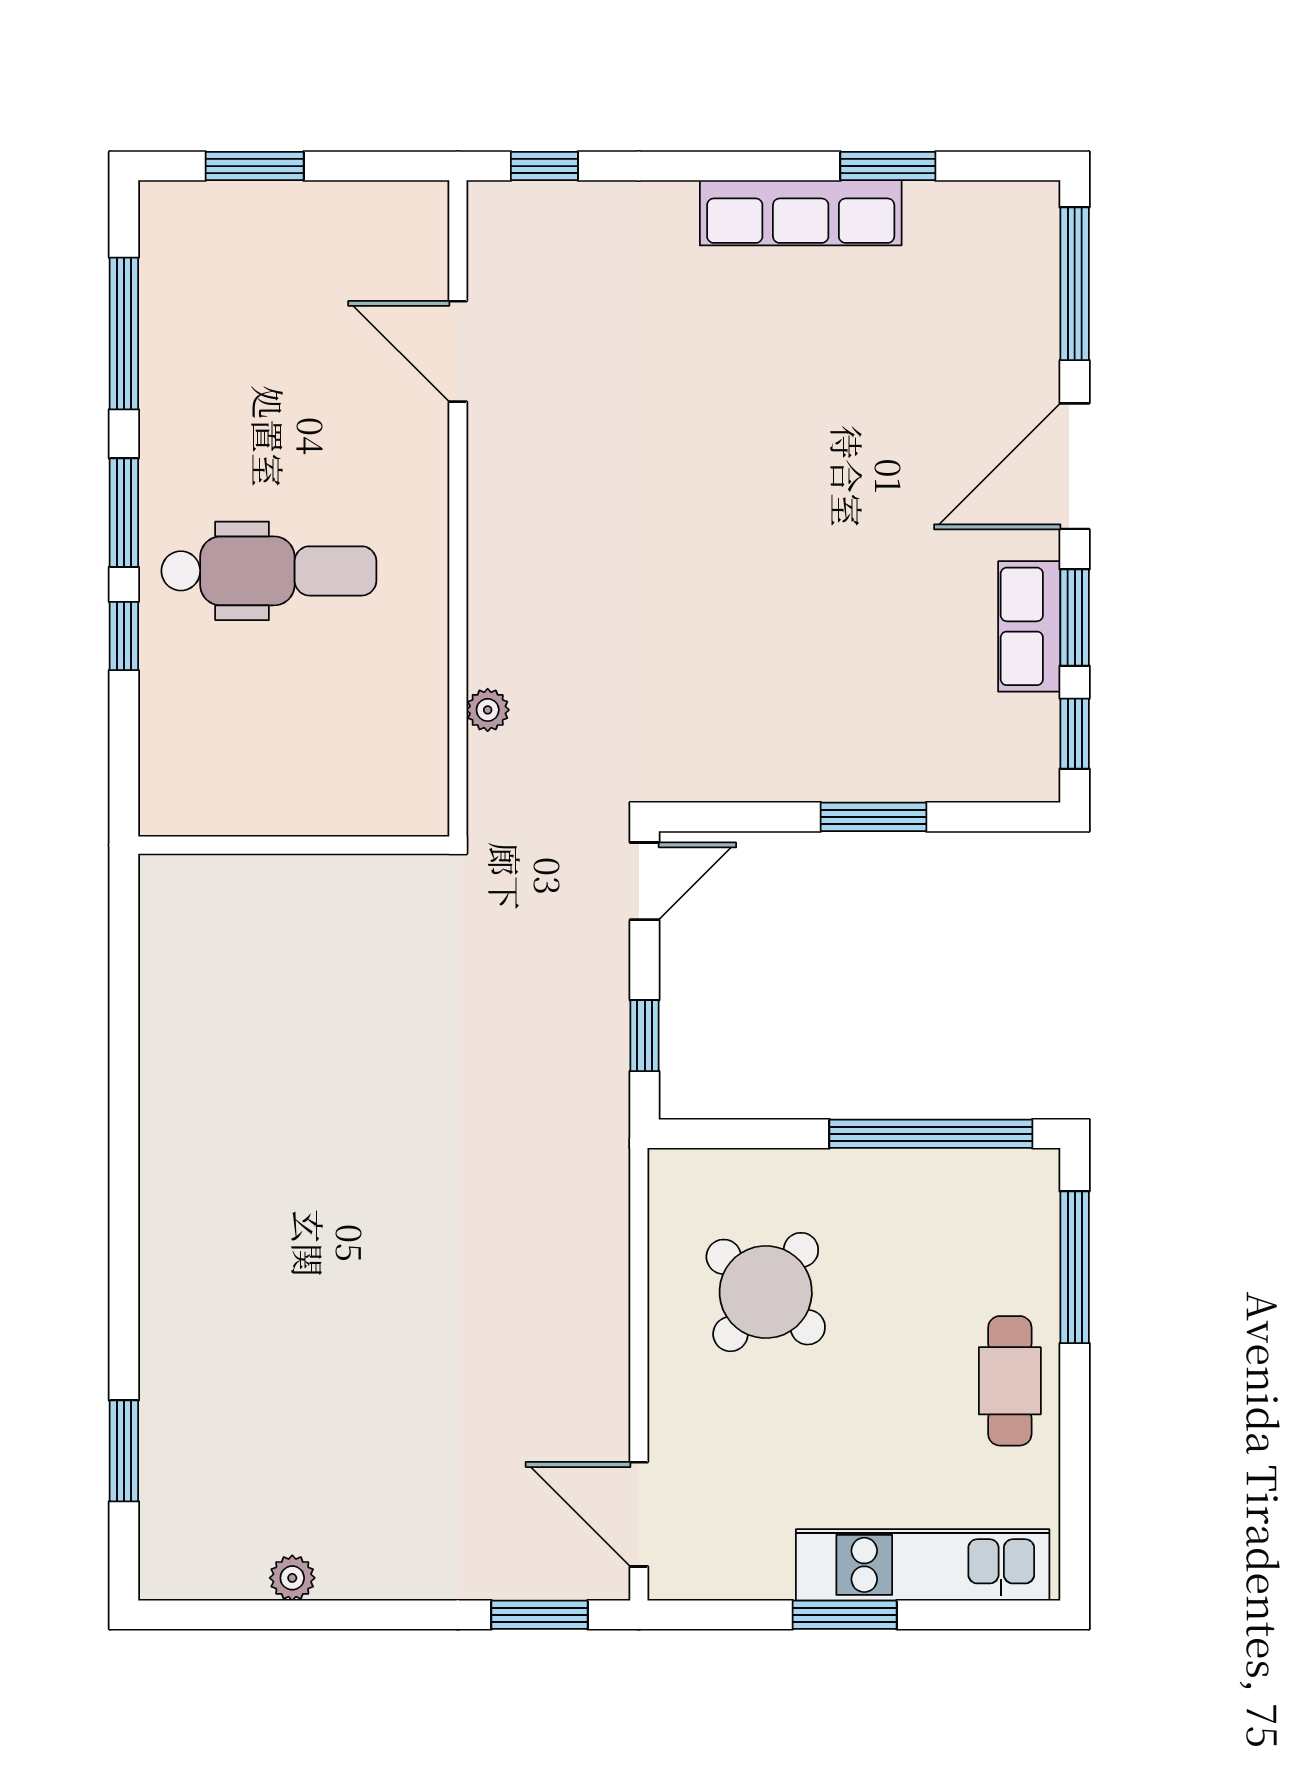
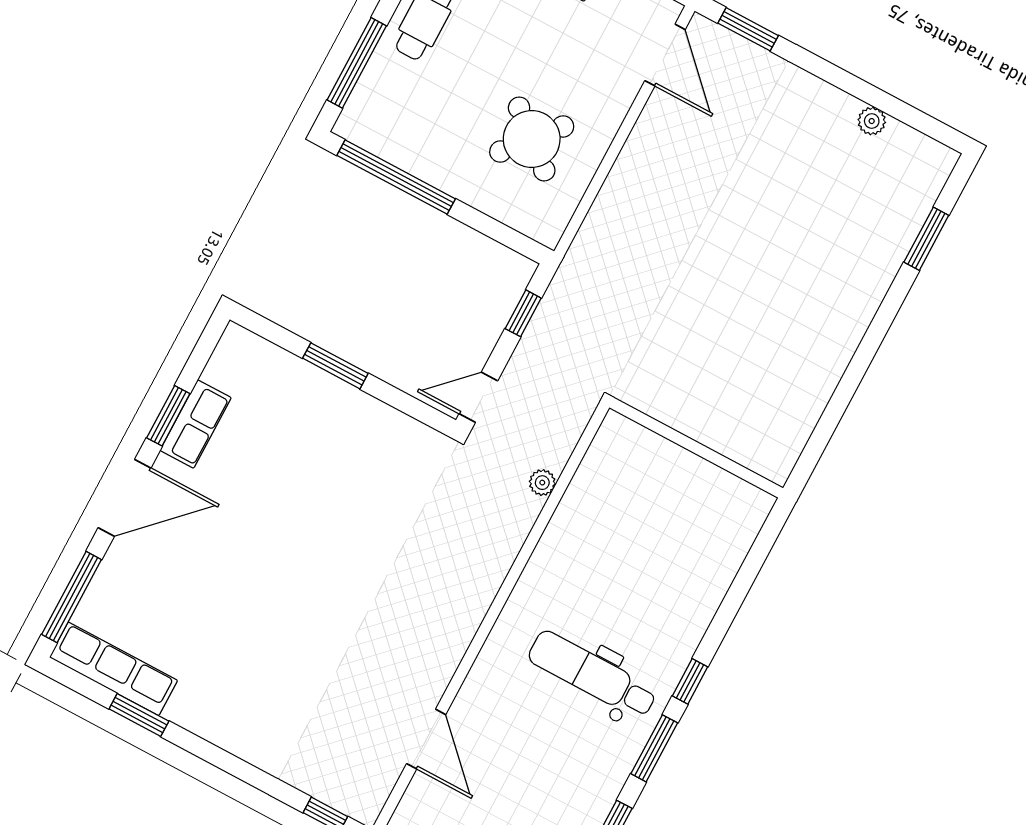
row of seats: (801, 213) -> (113, 669), moved
plant: (488, 710) -> (542, 483), moved
window: (1075, 734) -> (202, 353), removed
wall: (294, 845) -> (696, 448), moved

